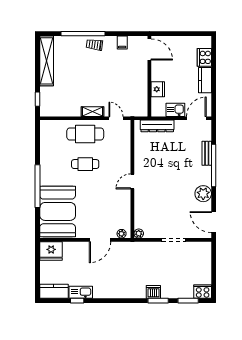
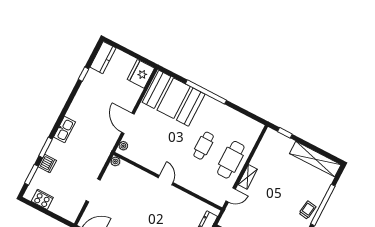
kitchen sink: (81, 292) -> (64, 129), moved
dishwasher: (153, 292) -> (47, 164), moved
cooker: (203, 292) -> (42, 199), moved, turned -90

